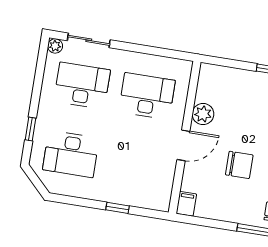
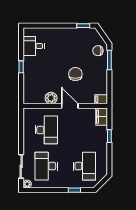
desk: (147, 96) -> (46, 130), turned 180
filing cabinet: (155, 200) -> (102, 117), added

